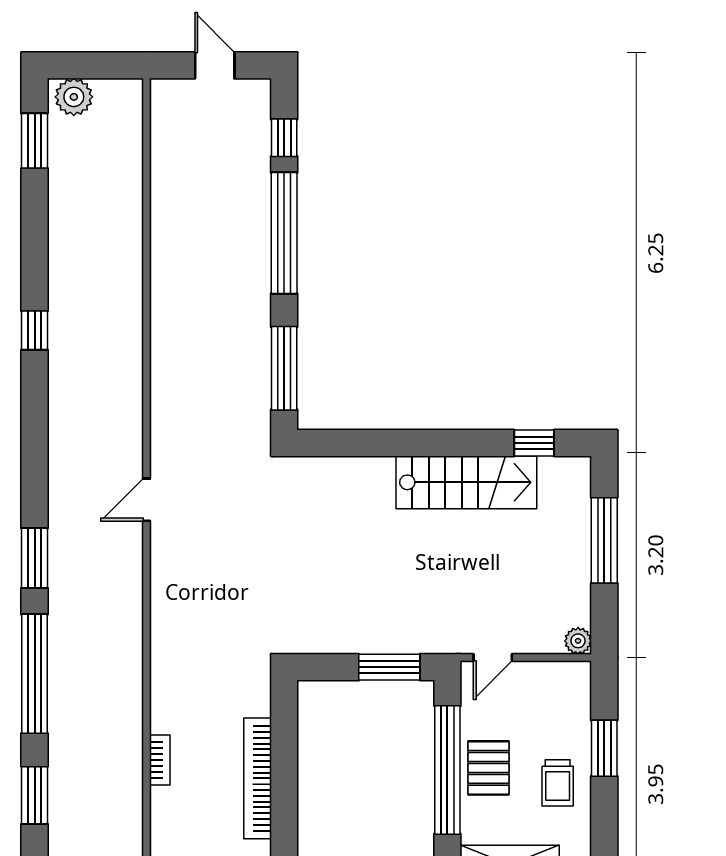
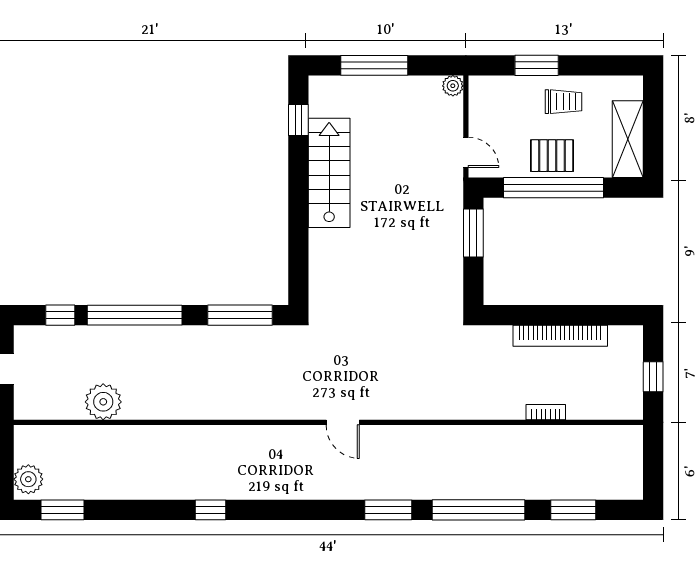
plant: (173, 193) -> (103, 402), added

